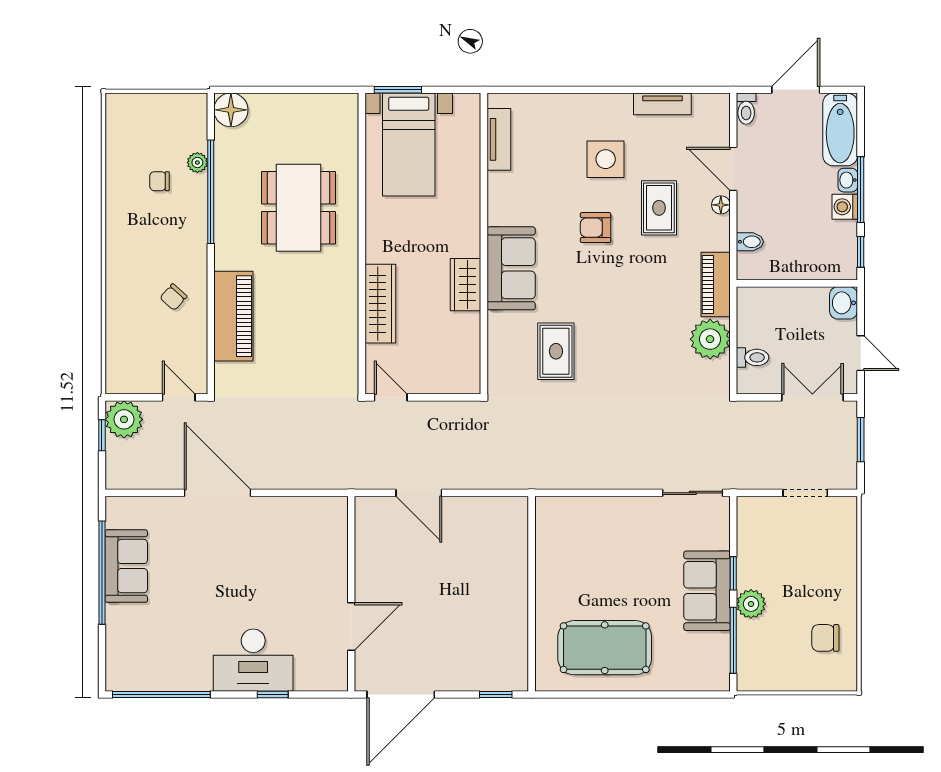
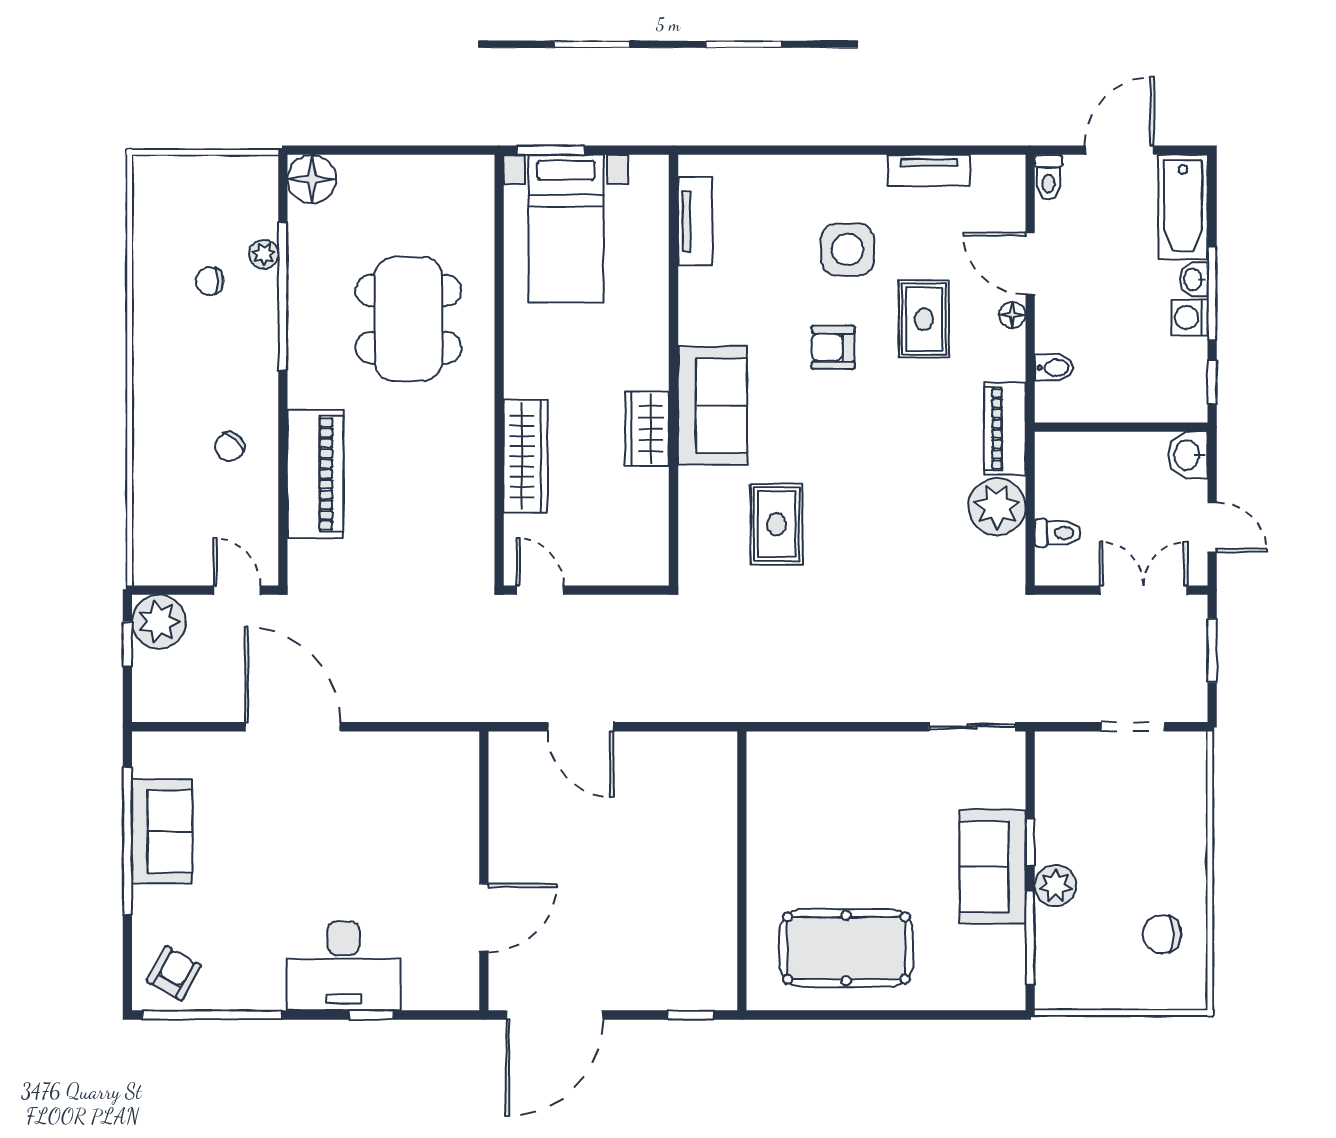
armchair: (134, 665) -> (174, 973), added

